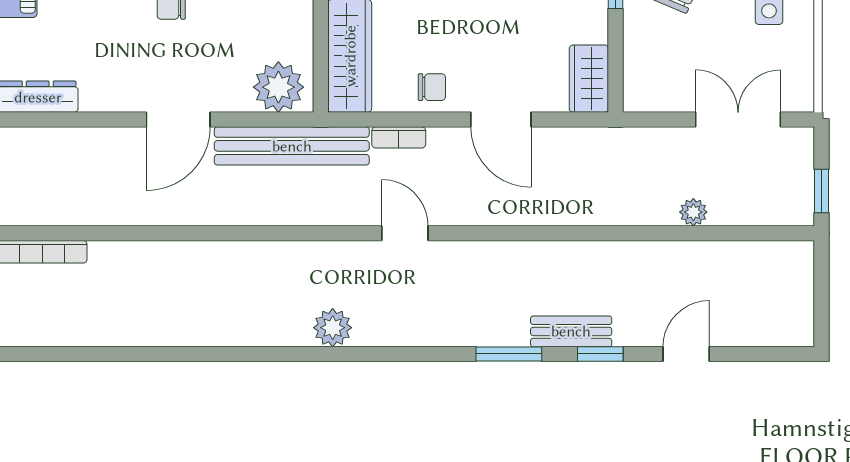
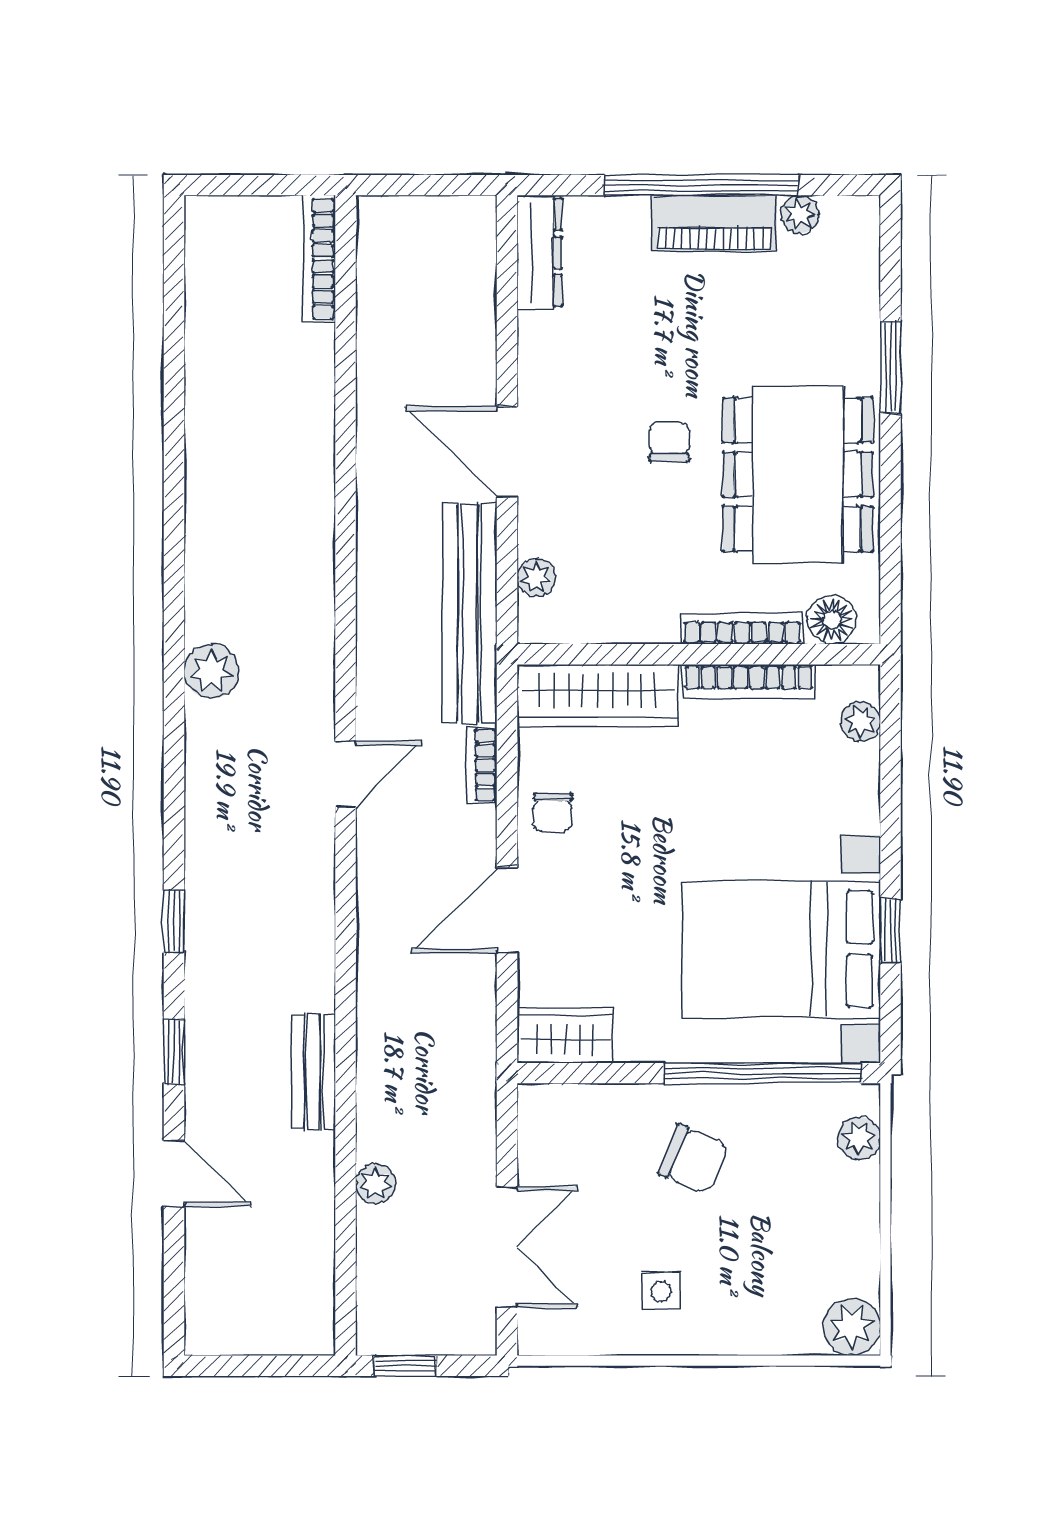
plant: (278, 87) -> (536, 578), width x0.53, depth x0.53
bench: (571, 331) -> (313, 1072), moved
window: (509, 354) -> (174, 922), width x0.67

